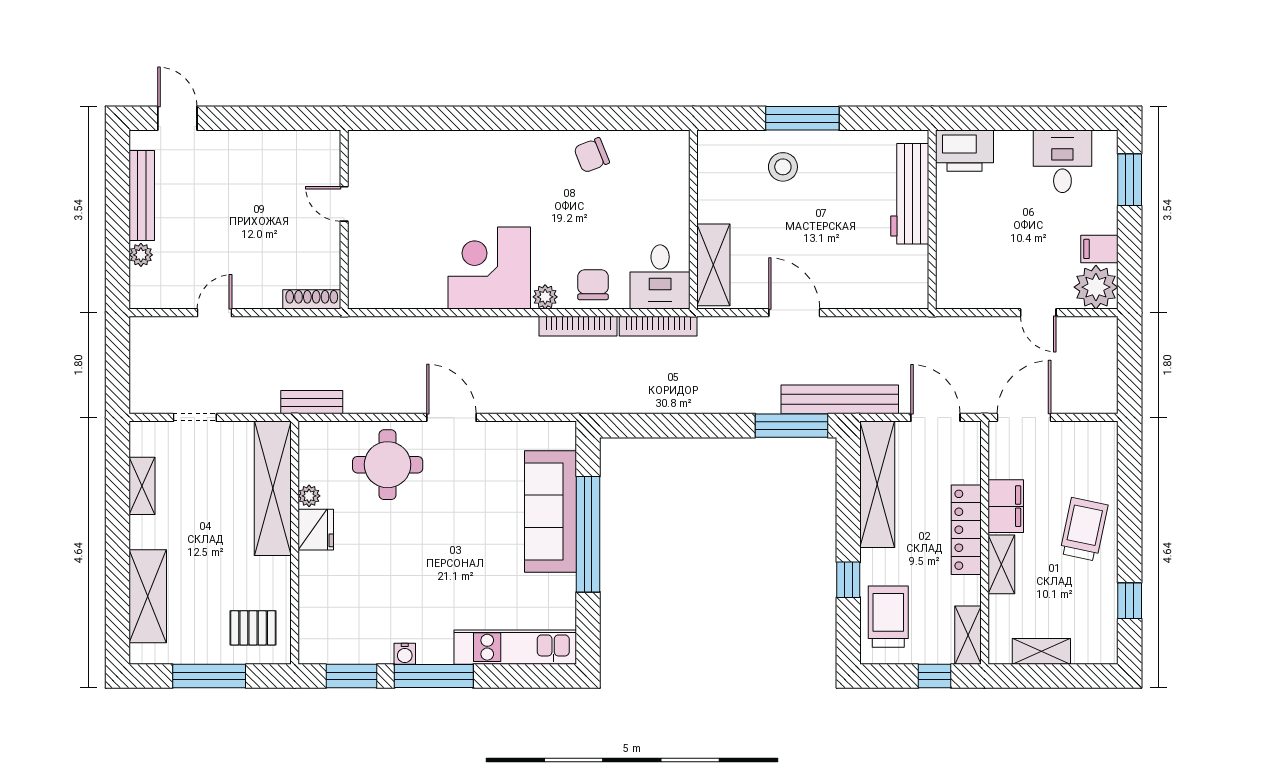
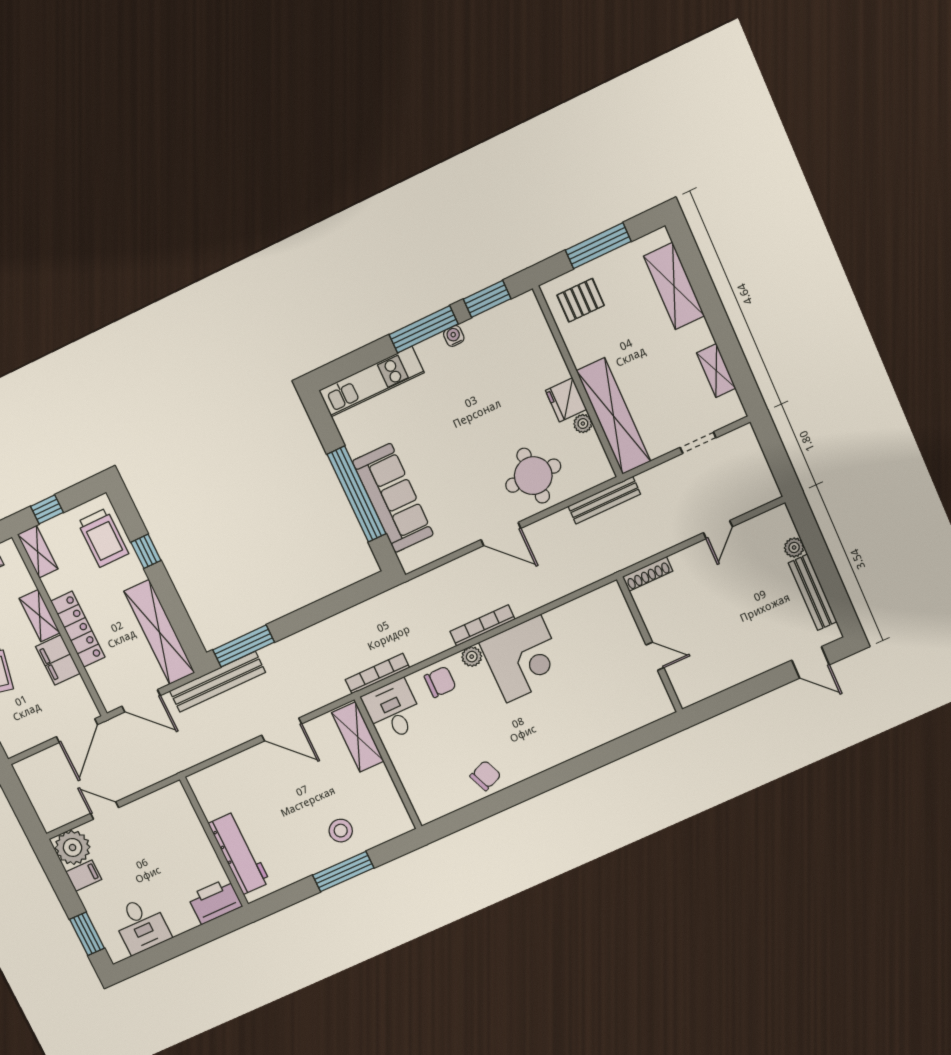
chair: (593, 285) -> (440, 682), turned -90
bookcase: (578, 326) -> (482, 625), moved
bench: (312, 402) -> (604, 500), width x1.36

